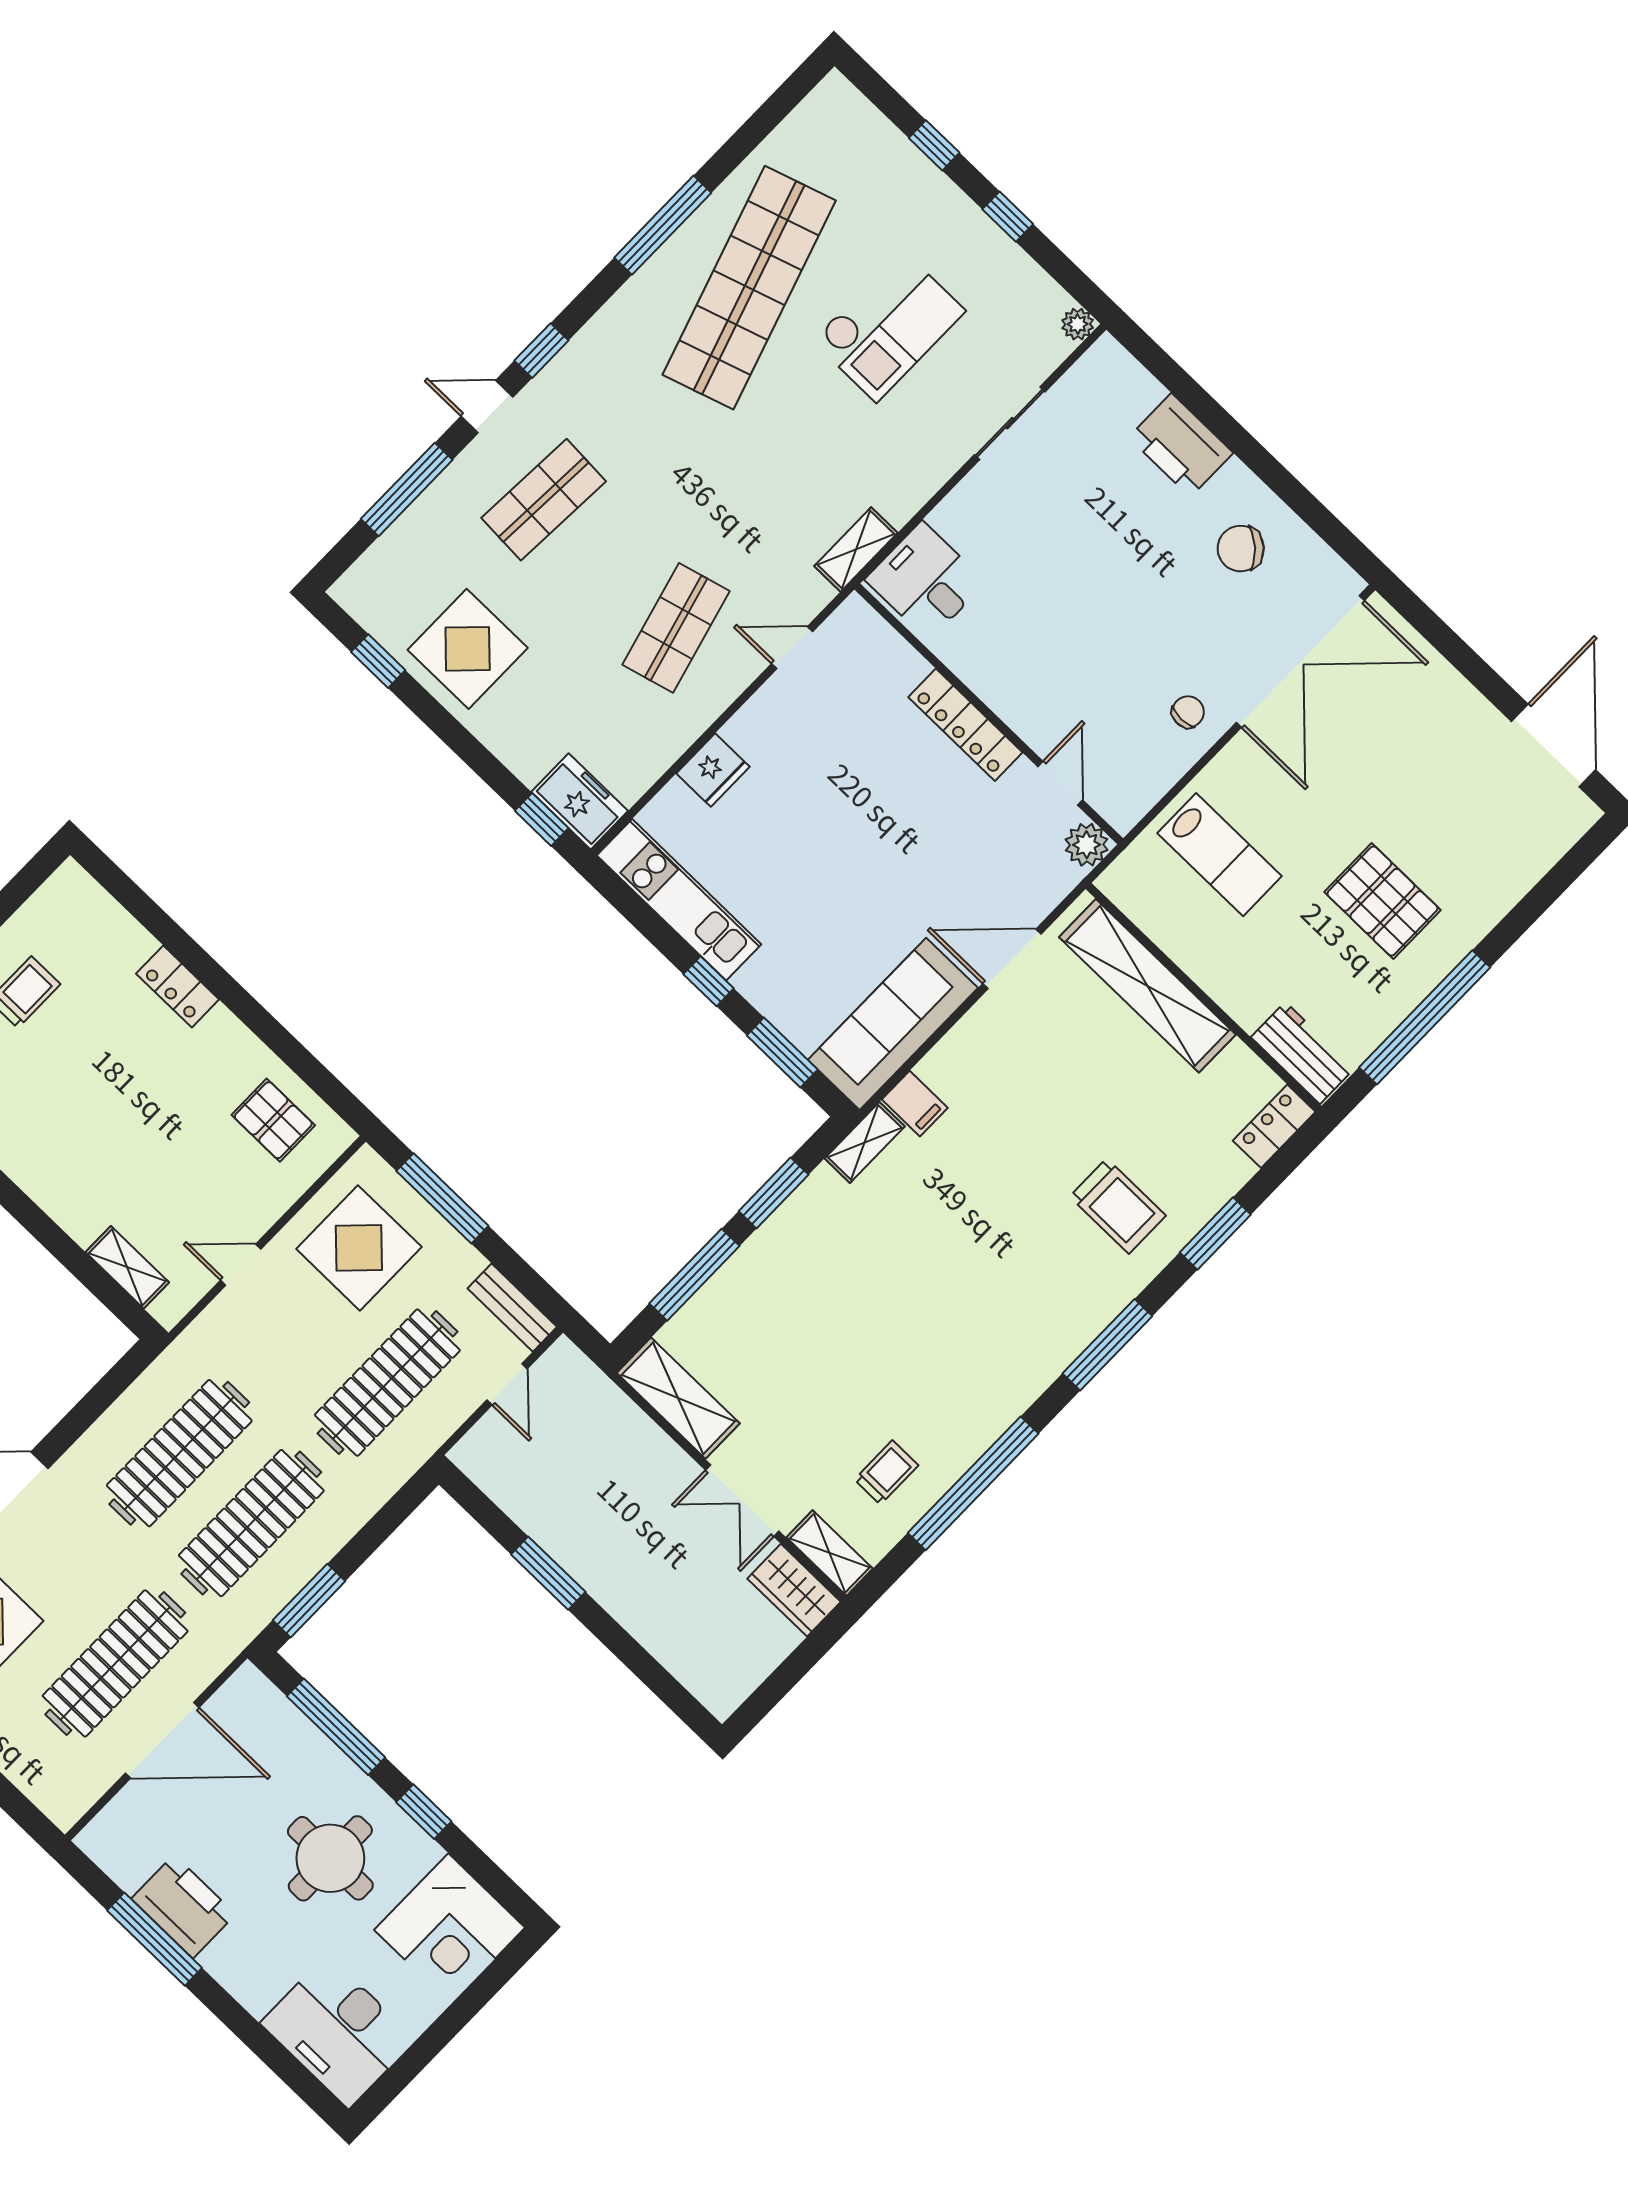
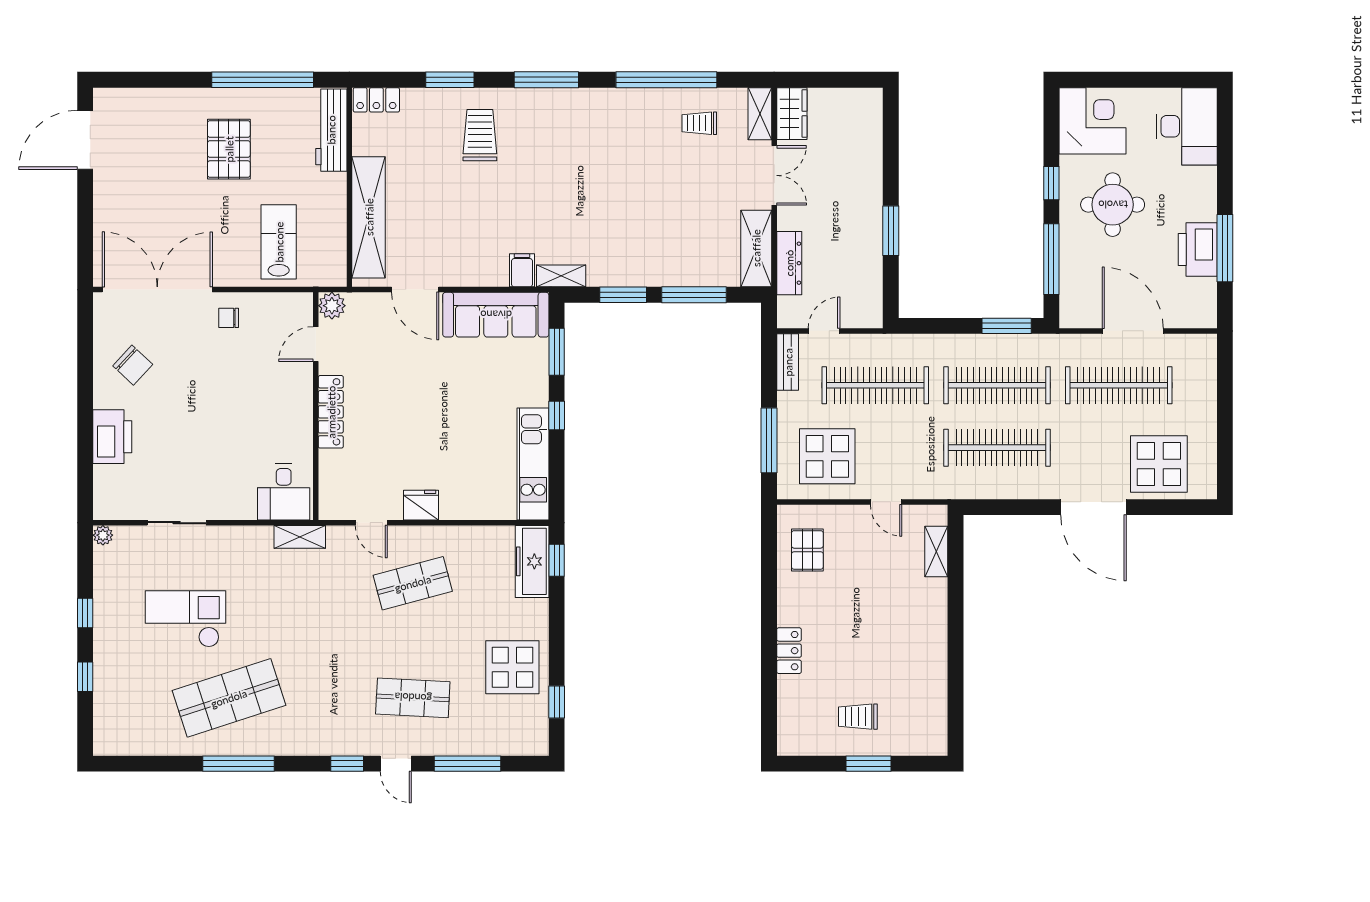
shop shelf: (749, 288) -> (229, 698), width x0.71
fridge: (713, 770) -> (421, 505), moved
freezer: (580, 801) -> (532, 561), width x1.40
workbench: (1303, 1053) -> (331, 130), width x1.38
dresser: (624, 1420) -> (789, 263), added

